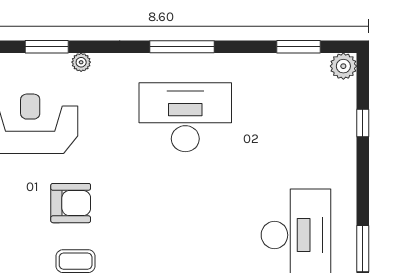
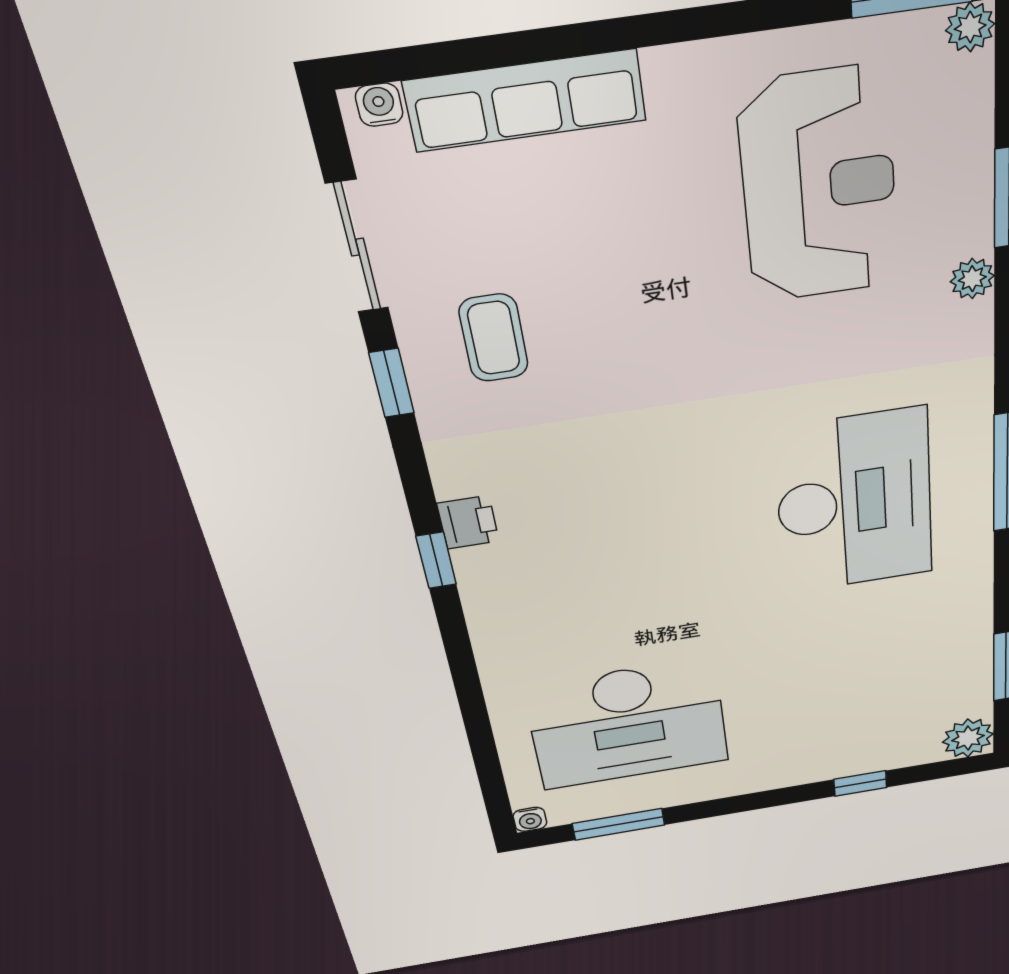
armchair: (71, 203) -> (634, 306), removed

